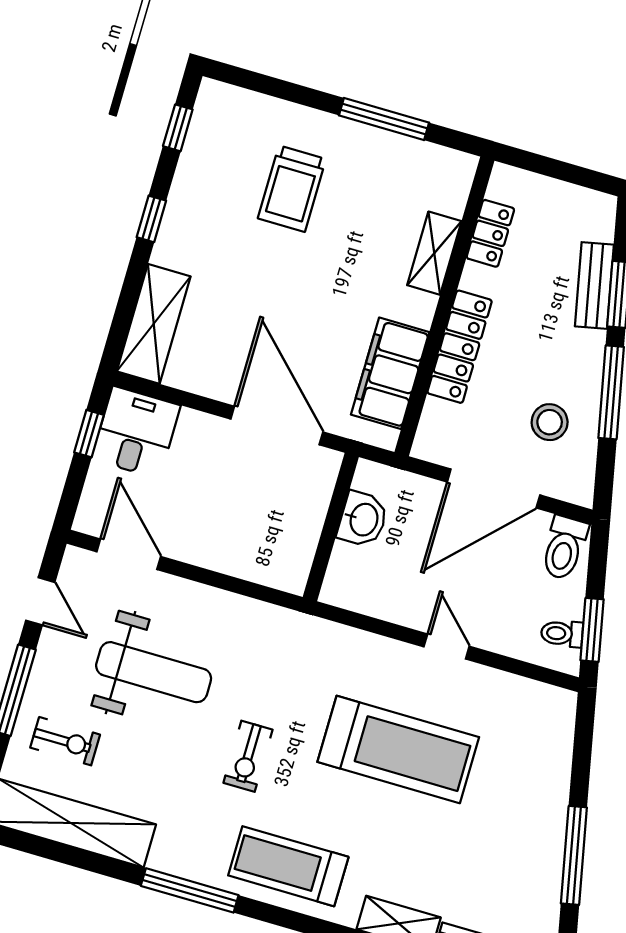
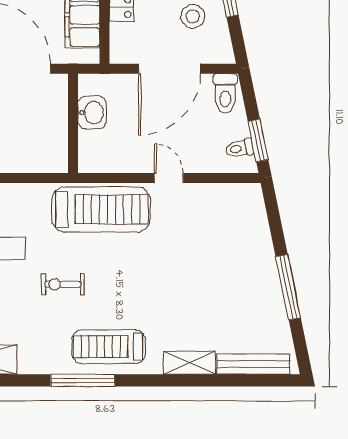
treadmill: (398, 749) -> (101, 209), moved
exercise bike: (248, 756) -> (63, 284), turned 90
window: (190, 890) -> (83, 380), moved

